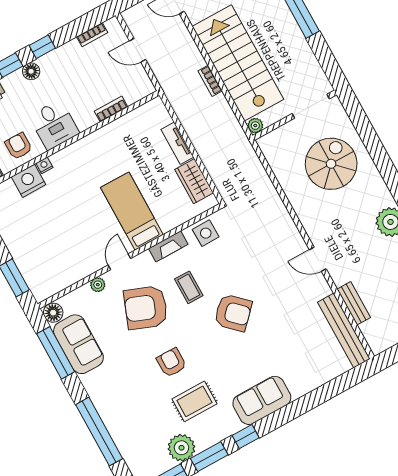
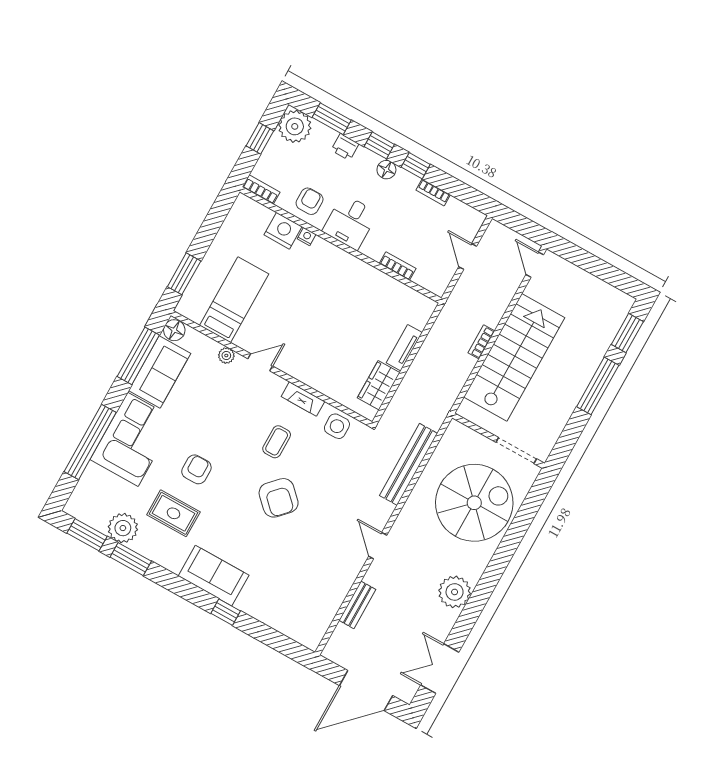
bookcase: (92, 35) -> (433, 192), moved
plant: (255, 126) -> (466, 410), removed
spiral stairs: (331, 164) -> (474, 503), width x1.37, depth x1.37
bed: (132, 211) -> (234, 300), moved
armchair: (146, 308) -> (233, 414), removed
bench: (344, 331) -> (408, 464), moved
corner sofa: (118, 397) -> (133, 439), added
window: (246, 437) -> (226, 612), moved

